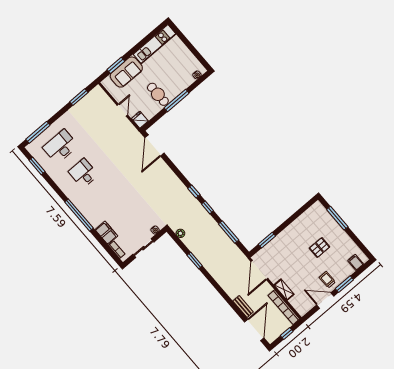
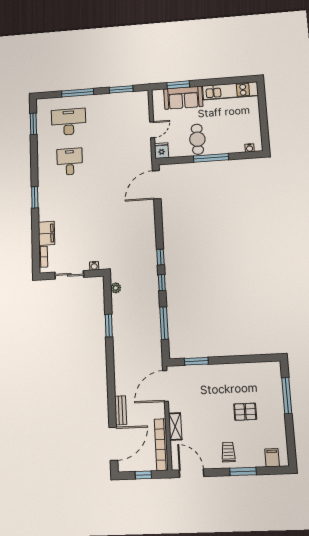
window: (38, 132) -> (78, 93), moved
window: (79, 215) -> (35, 197), width x0.47
door: (325, 300) -> (191, 473), moved

